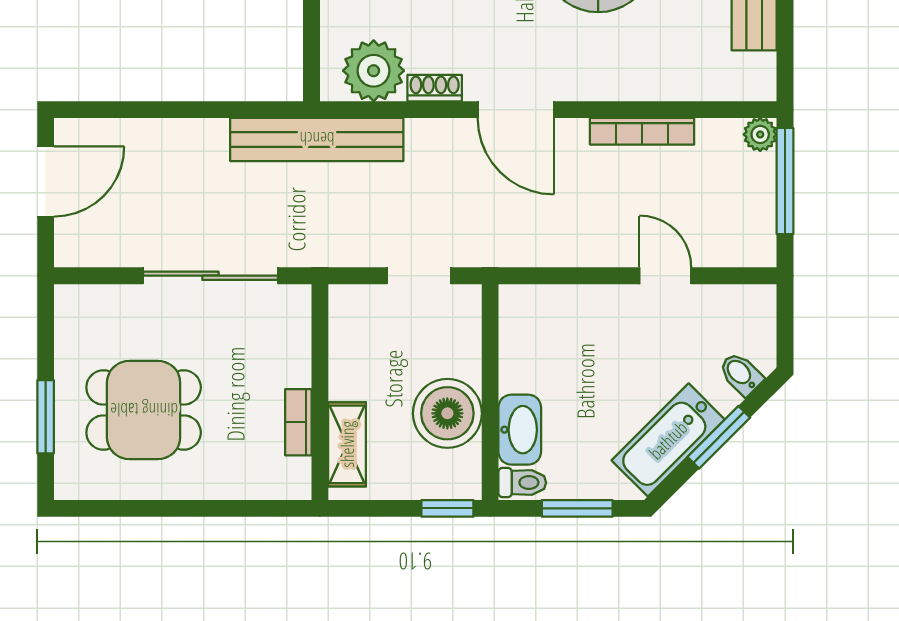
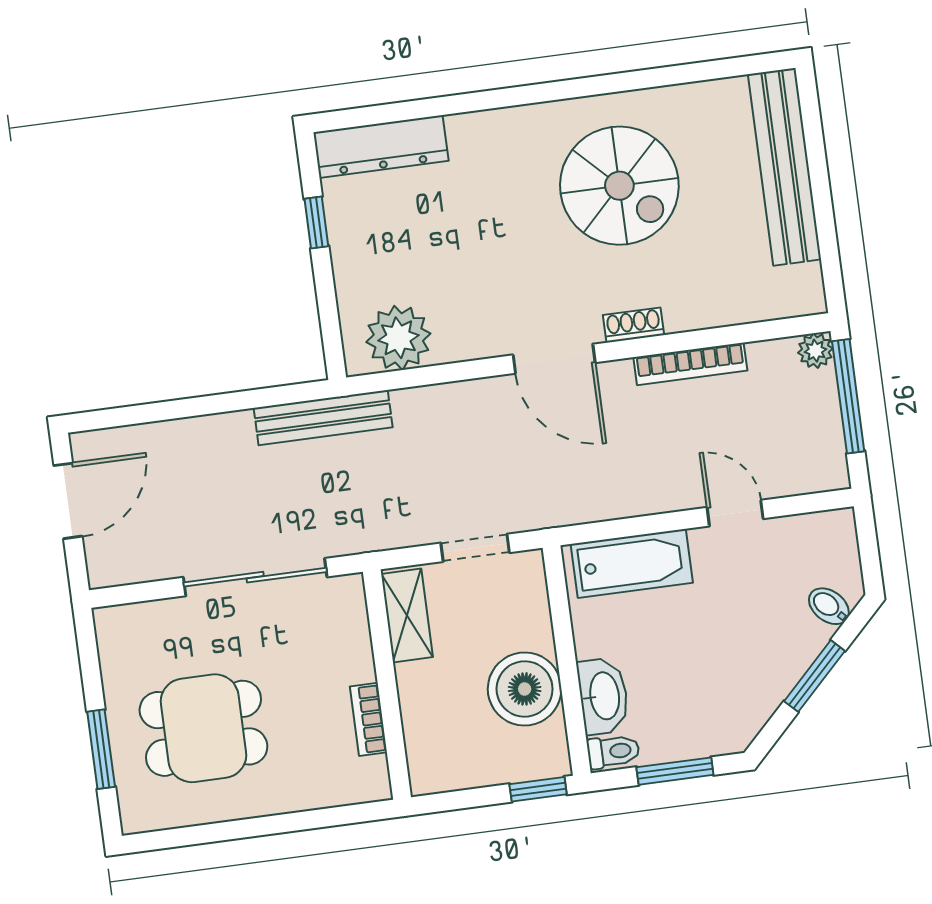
shoe rack: (435, 88) -> (633, 325), moved
bench: (317, 139) -> (323, 418), width x0.73, depth x0.82
bathtub: (668, 440) -> (632, 563), moved, turned -135
shelving: (347, 444) -> (407, 615), moved

